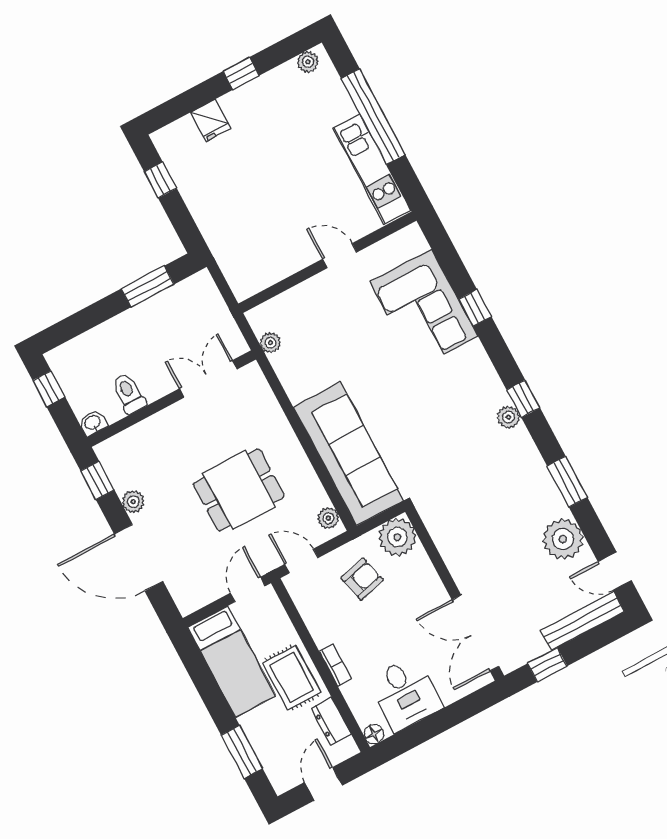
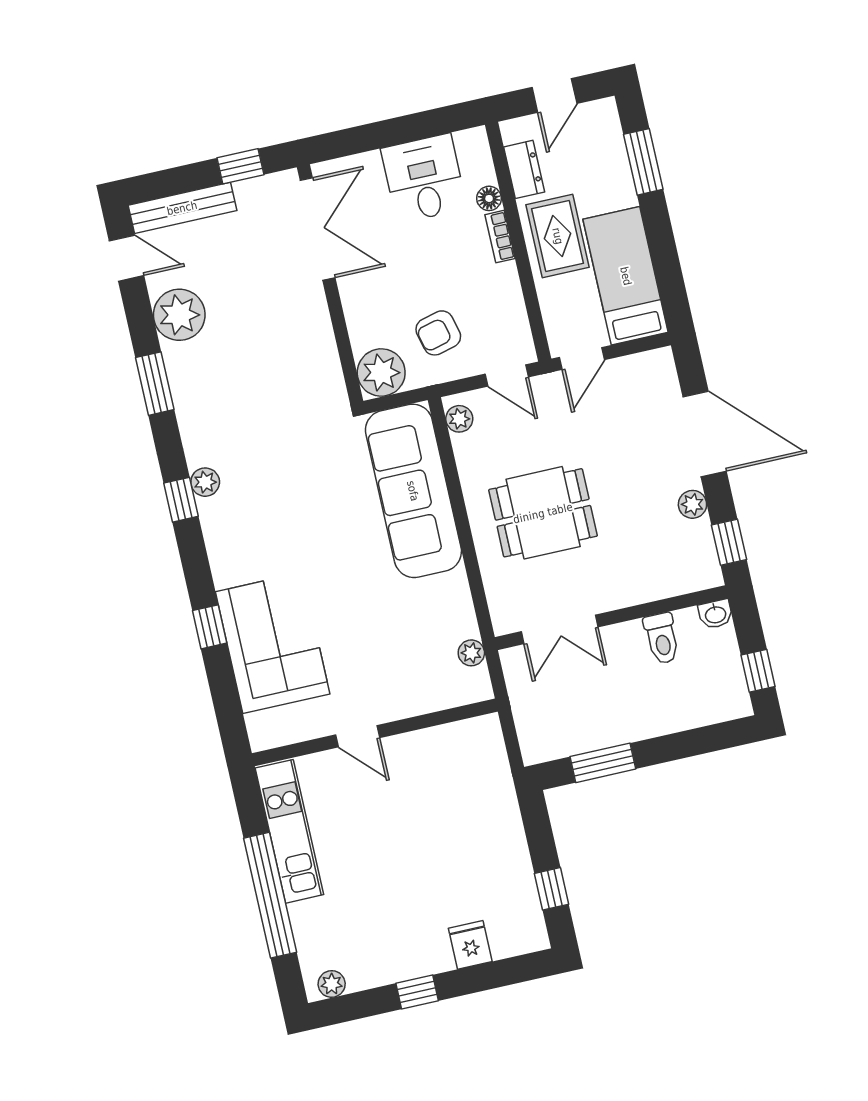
dining table: (239, 490) -> (543, 513), moved
floor lamp: (374, 734) -> (489, 198), moved

